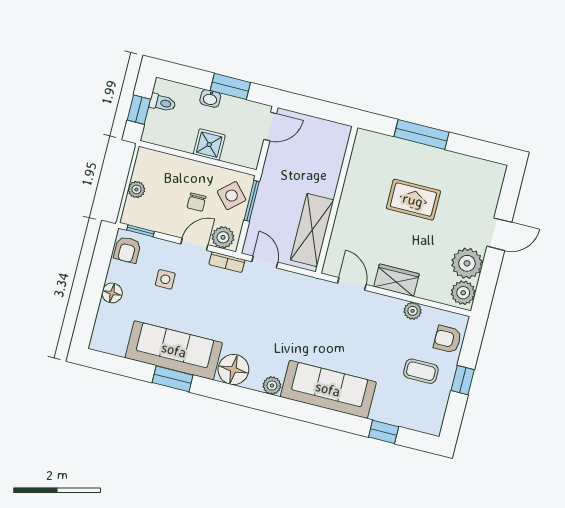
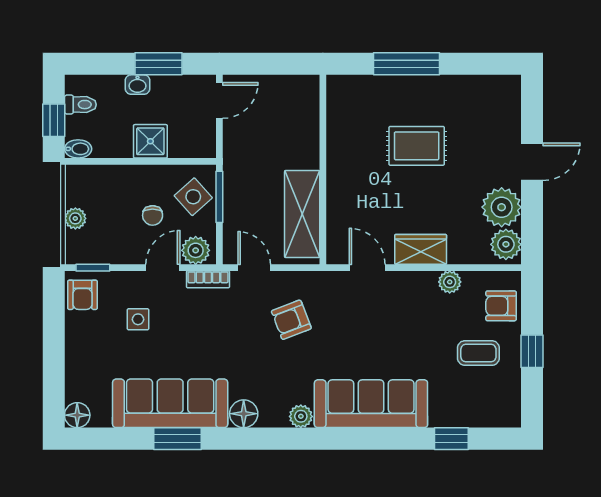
bidet: (152, 136) -> (78, 149), added
floor lamp: (112, 293) -> (77, 415), moved
armchair: (283, 309) -> (291, 320), added
floor lamp: (233, 369) -> (244, 414), width x0.73, depth x0.73

